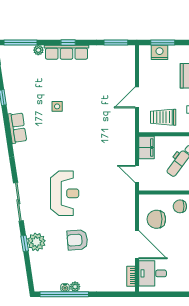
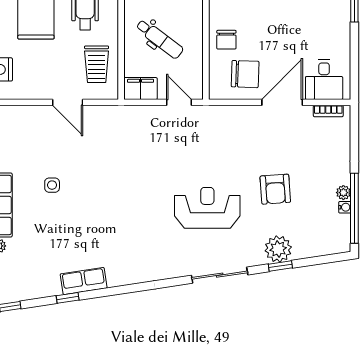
side table: (57, 106) -> (52, 185), moved
row of seats: (17, 128) -> (84, 281), moved
door: (137, 174) -> (179, 102), swing flipped
chair: (156, 219) -> (245, 74), turned -88

